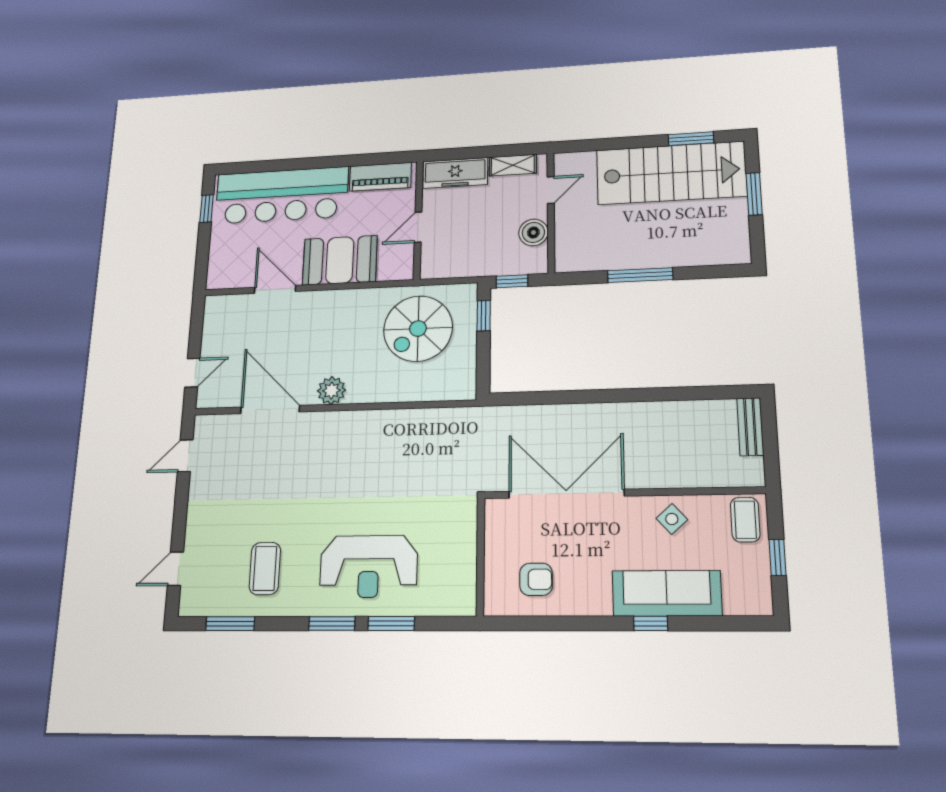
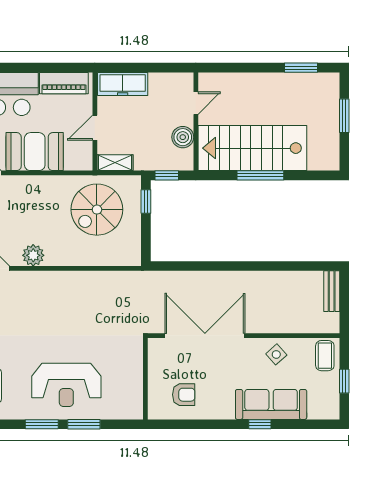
shelving: (513, 165) -> (115, 163), moved
stairs: (671, 173) -> (252, 148), moved, turned 180

